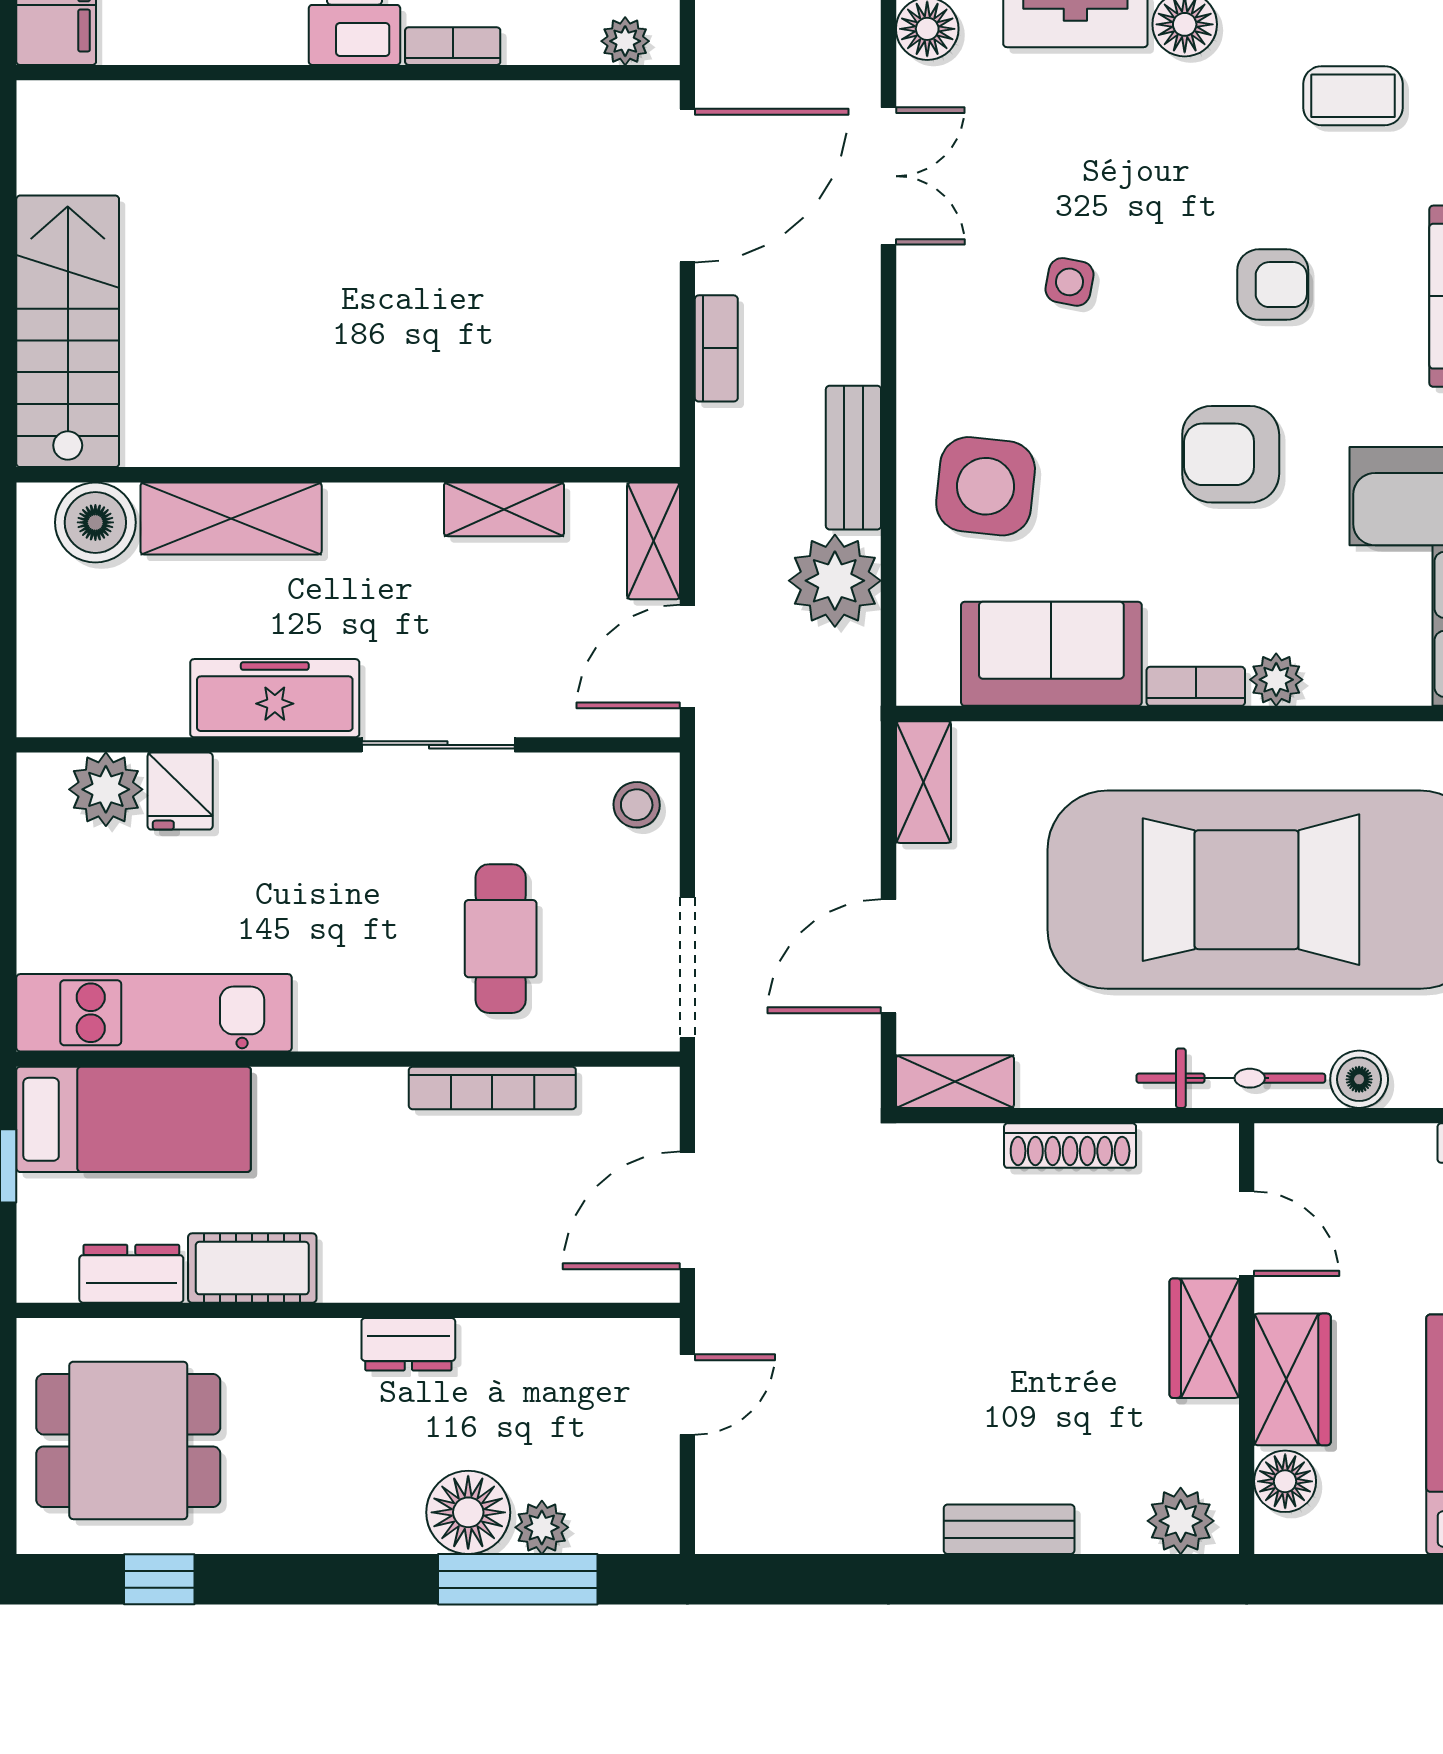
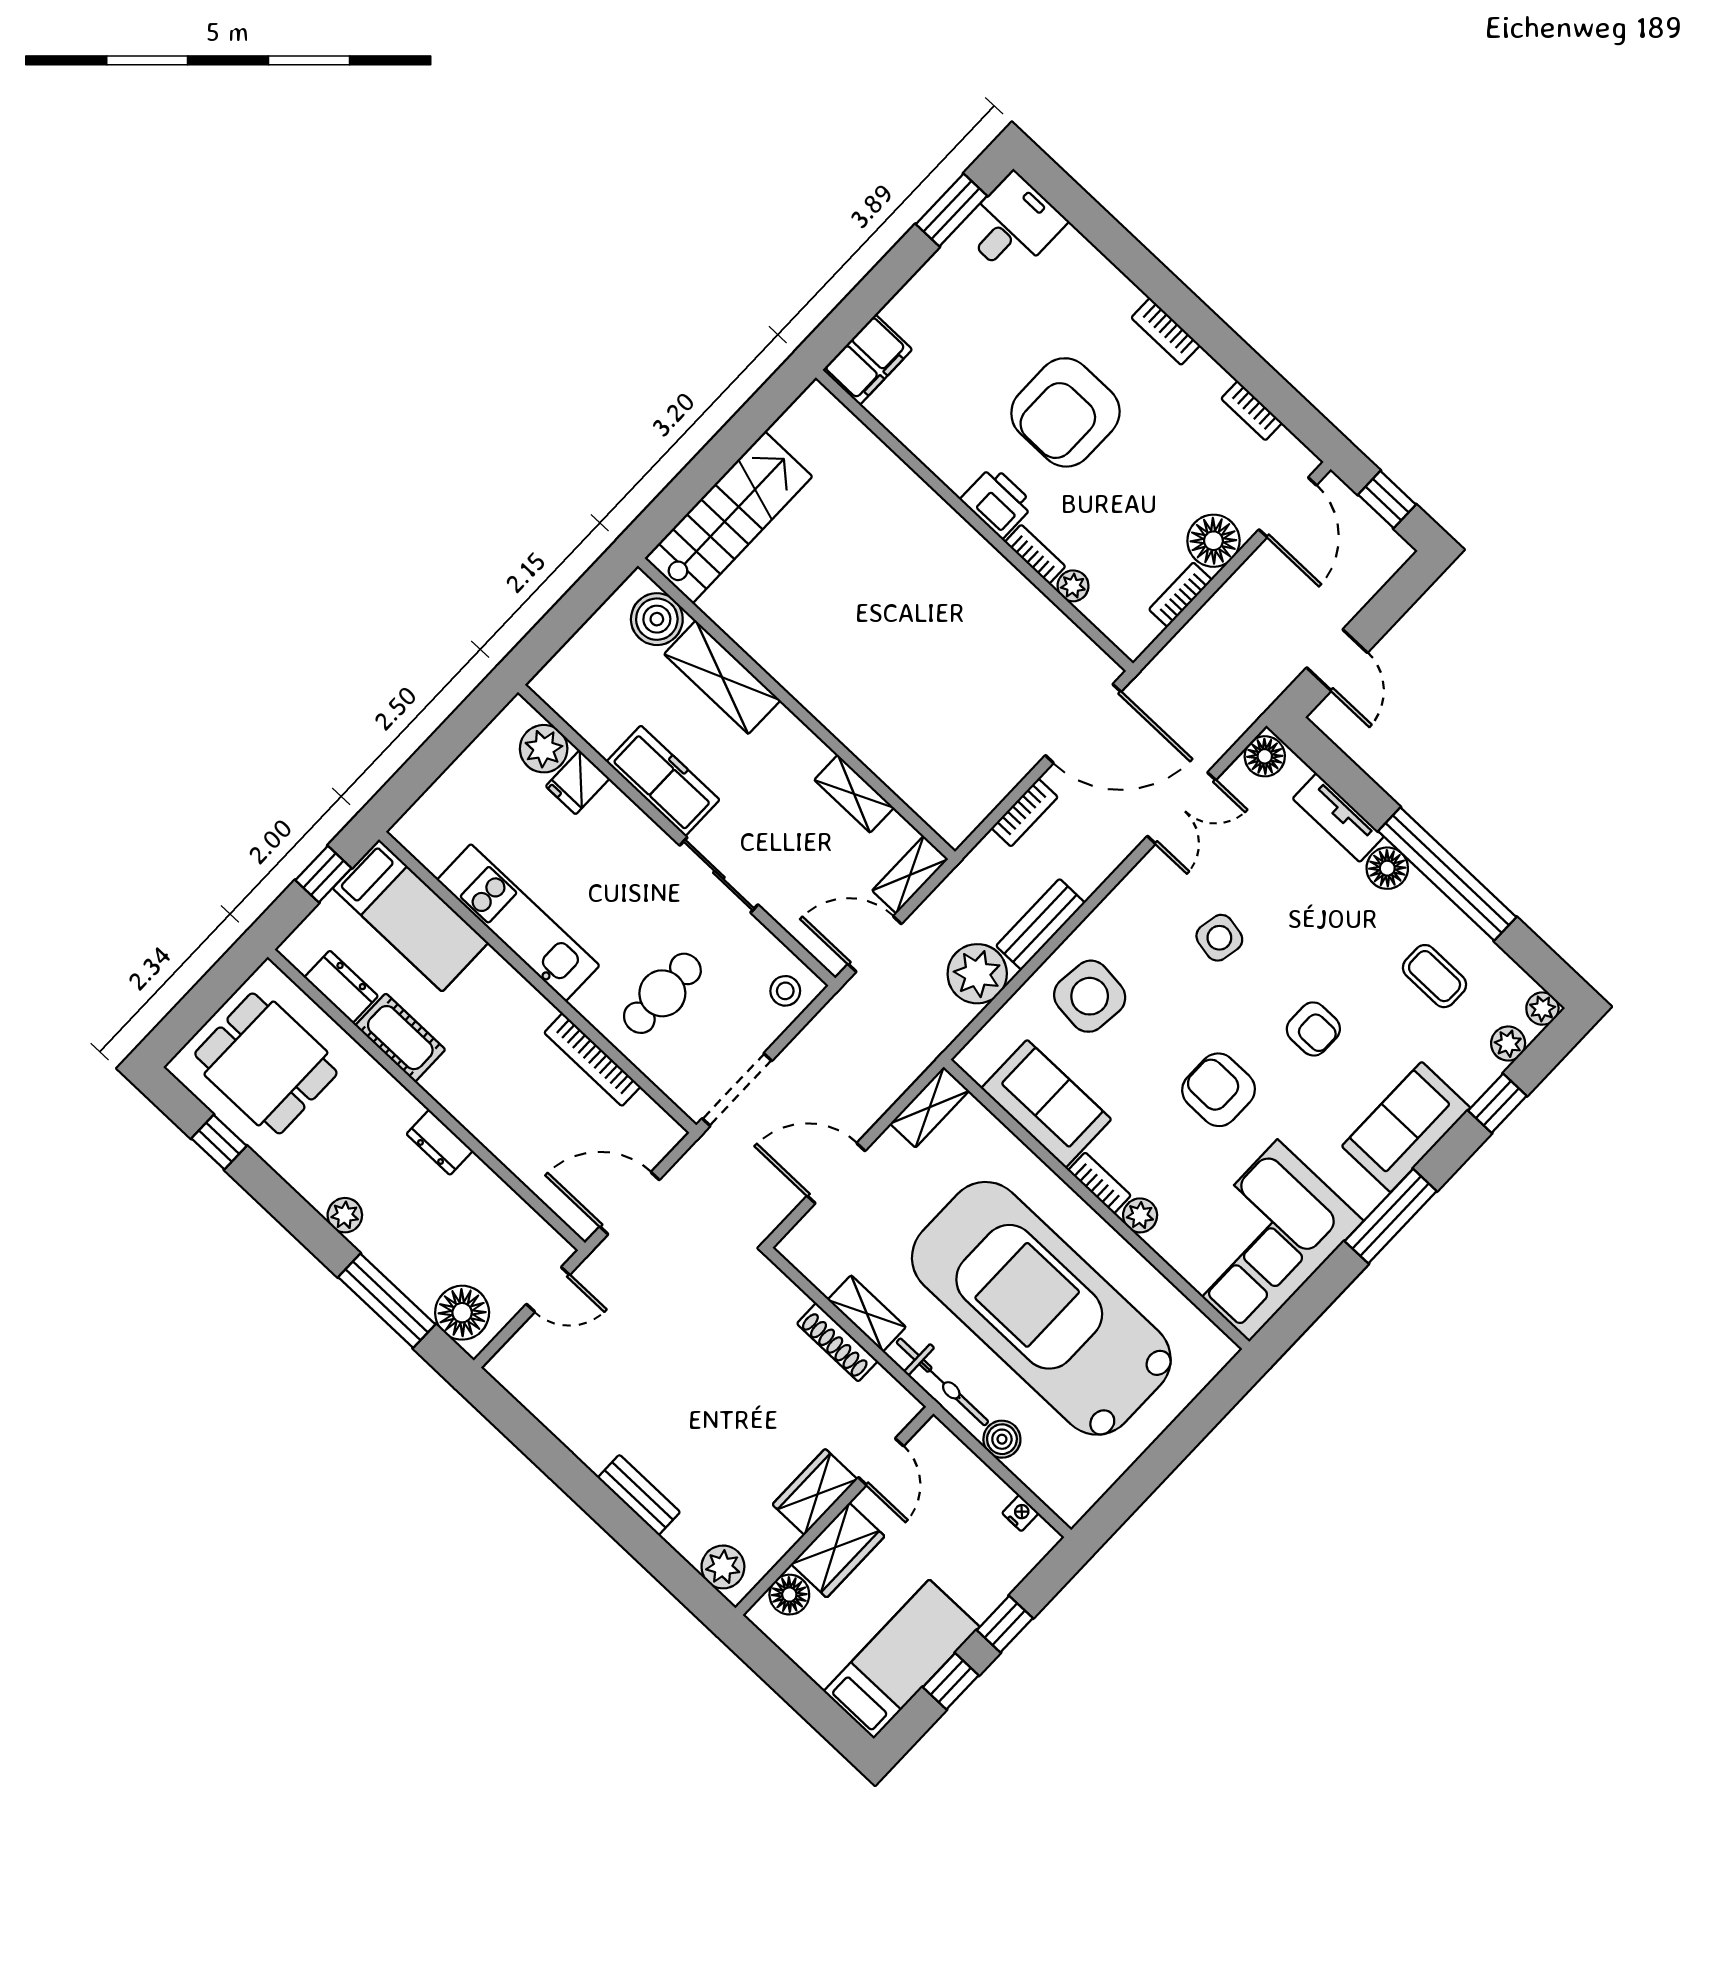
plant: (625, 41) -> (1073, 586), moved
side table: (1069, 282) -> (1219, 938), width x1.37, depth x1.37
kitchen unit: (154, 1013) -> (518, 923), moved
shelving: (955, 1082) -> (867, 1313), moved
floor lamp: (468, 1512) -> (462, 1313), moved
plant: (542, 1527) -> (345, 1215), moved

